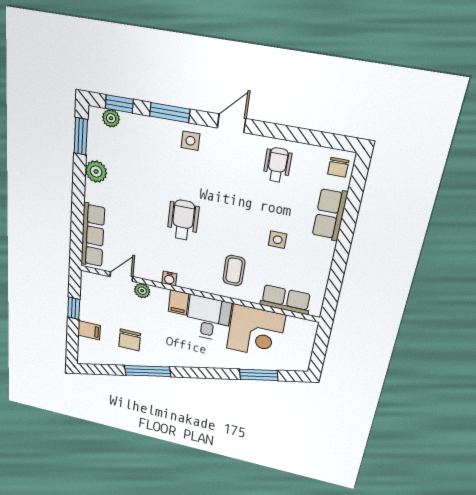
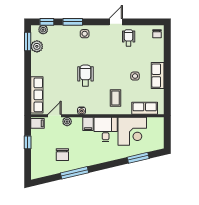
door: (232, 123) -> (116, 22), moved
plant: (96, 172) -> (37, 46), moved
row of seats: (330, 214) -> (158, 76), moved
filing cabinet: (89, 330) -> (38, 123), moved

